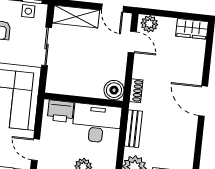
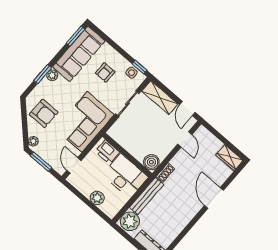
plant: (149, 24) -> (204, 135), removed
door: (203, 101) -> (214, 198), moved
bench: (133, 129) -> (147, 196), width x1.36

